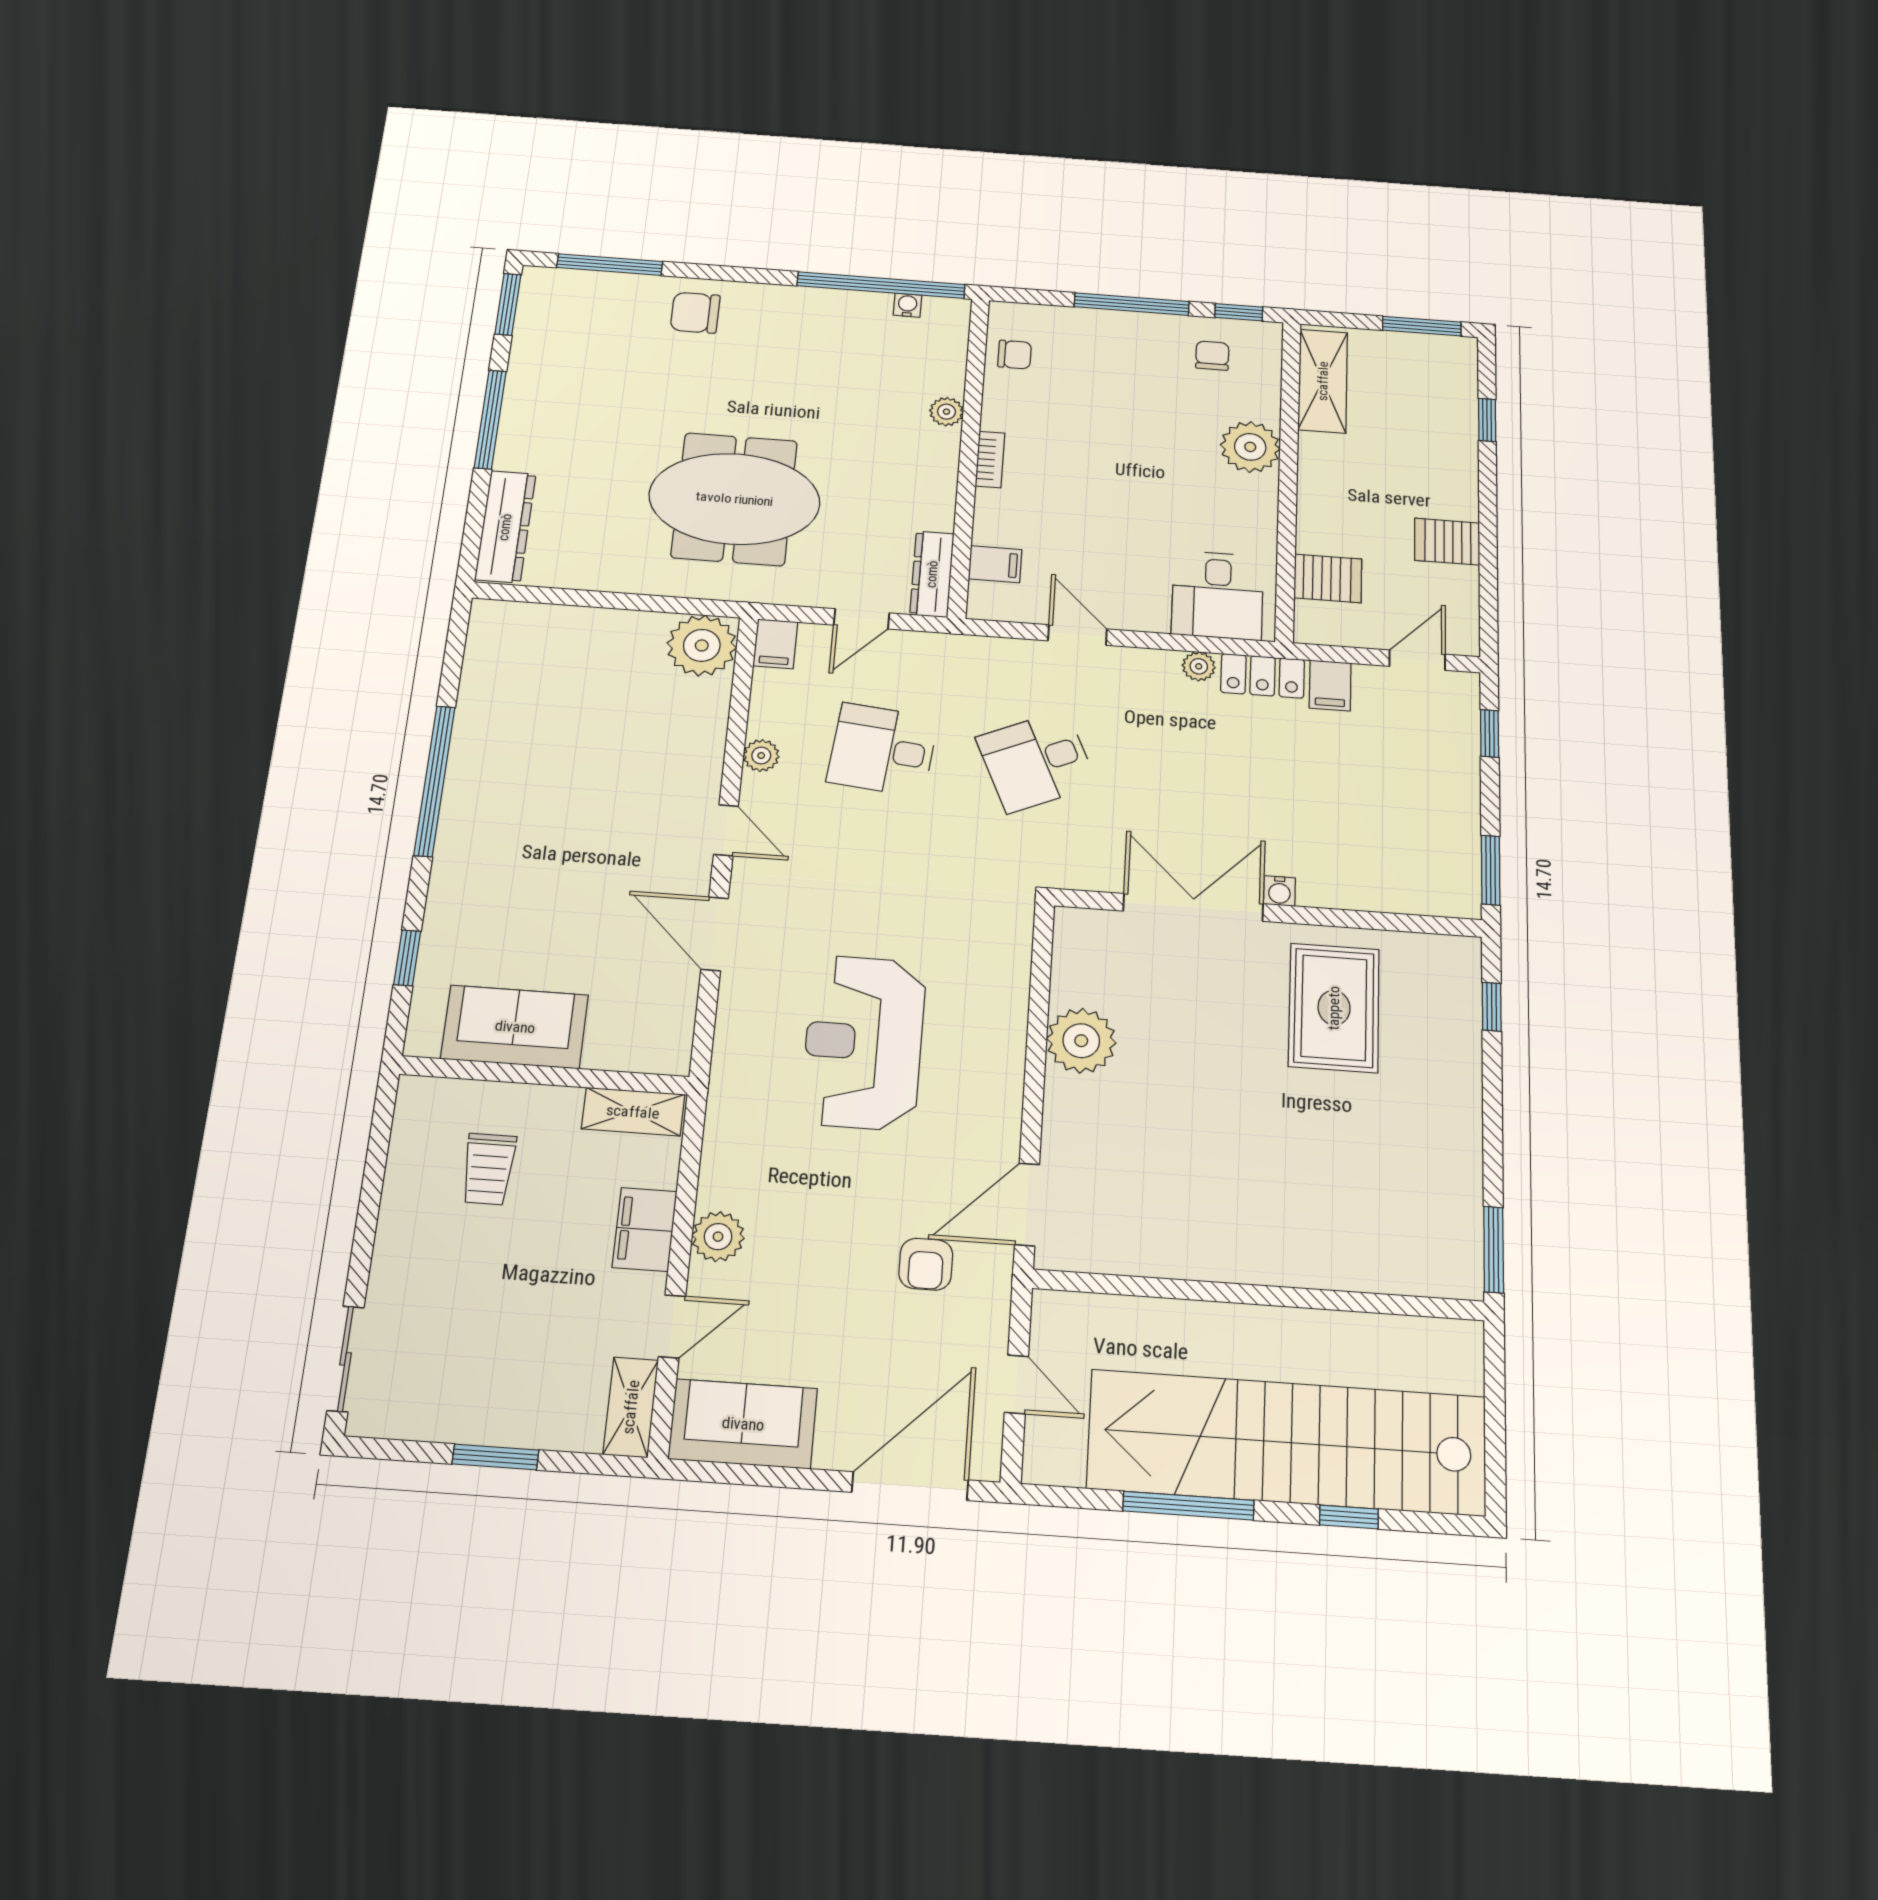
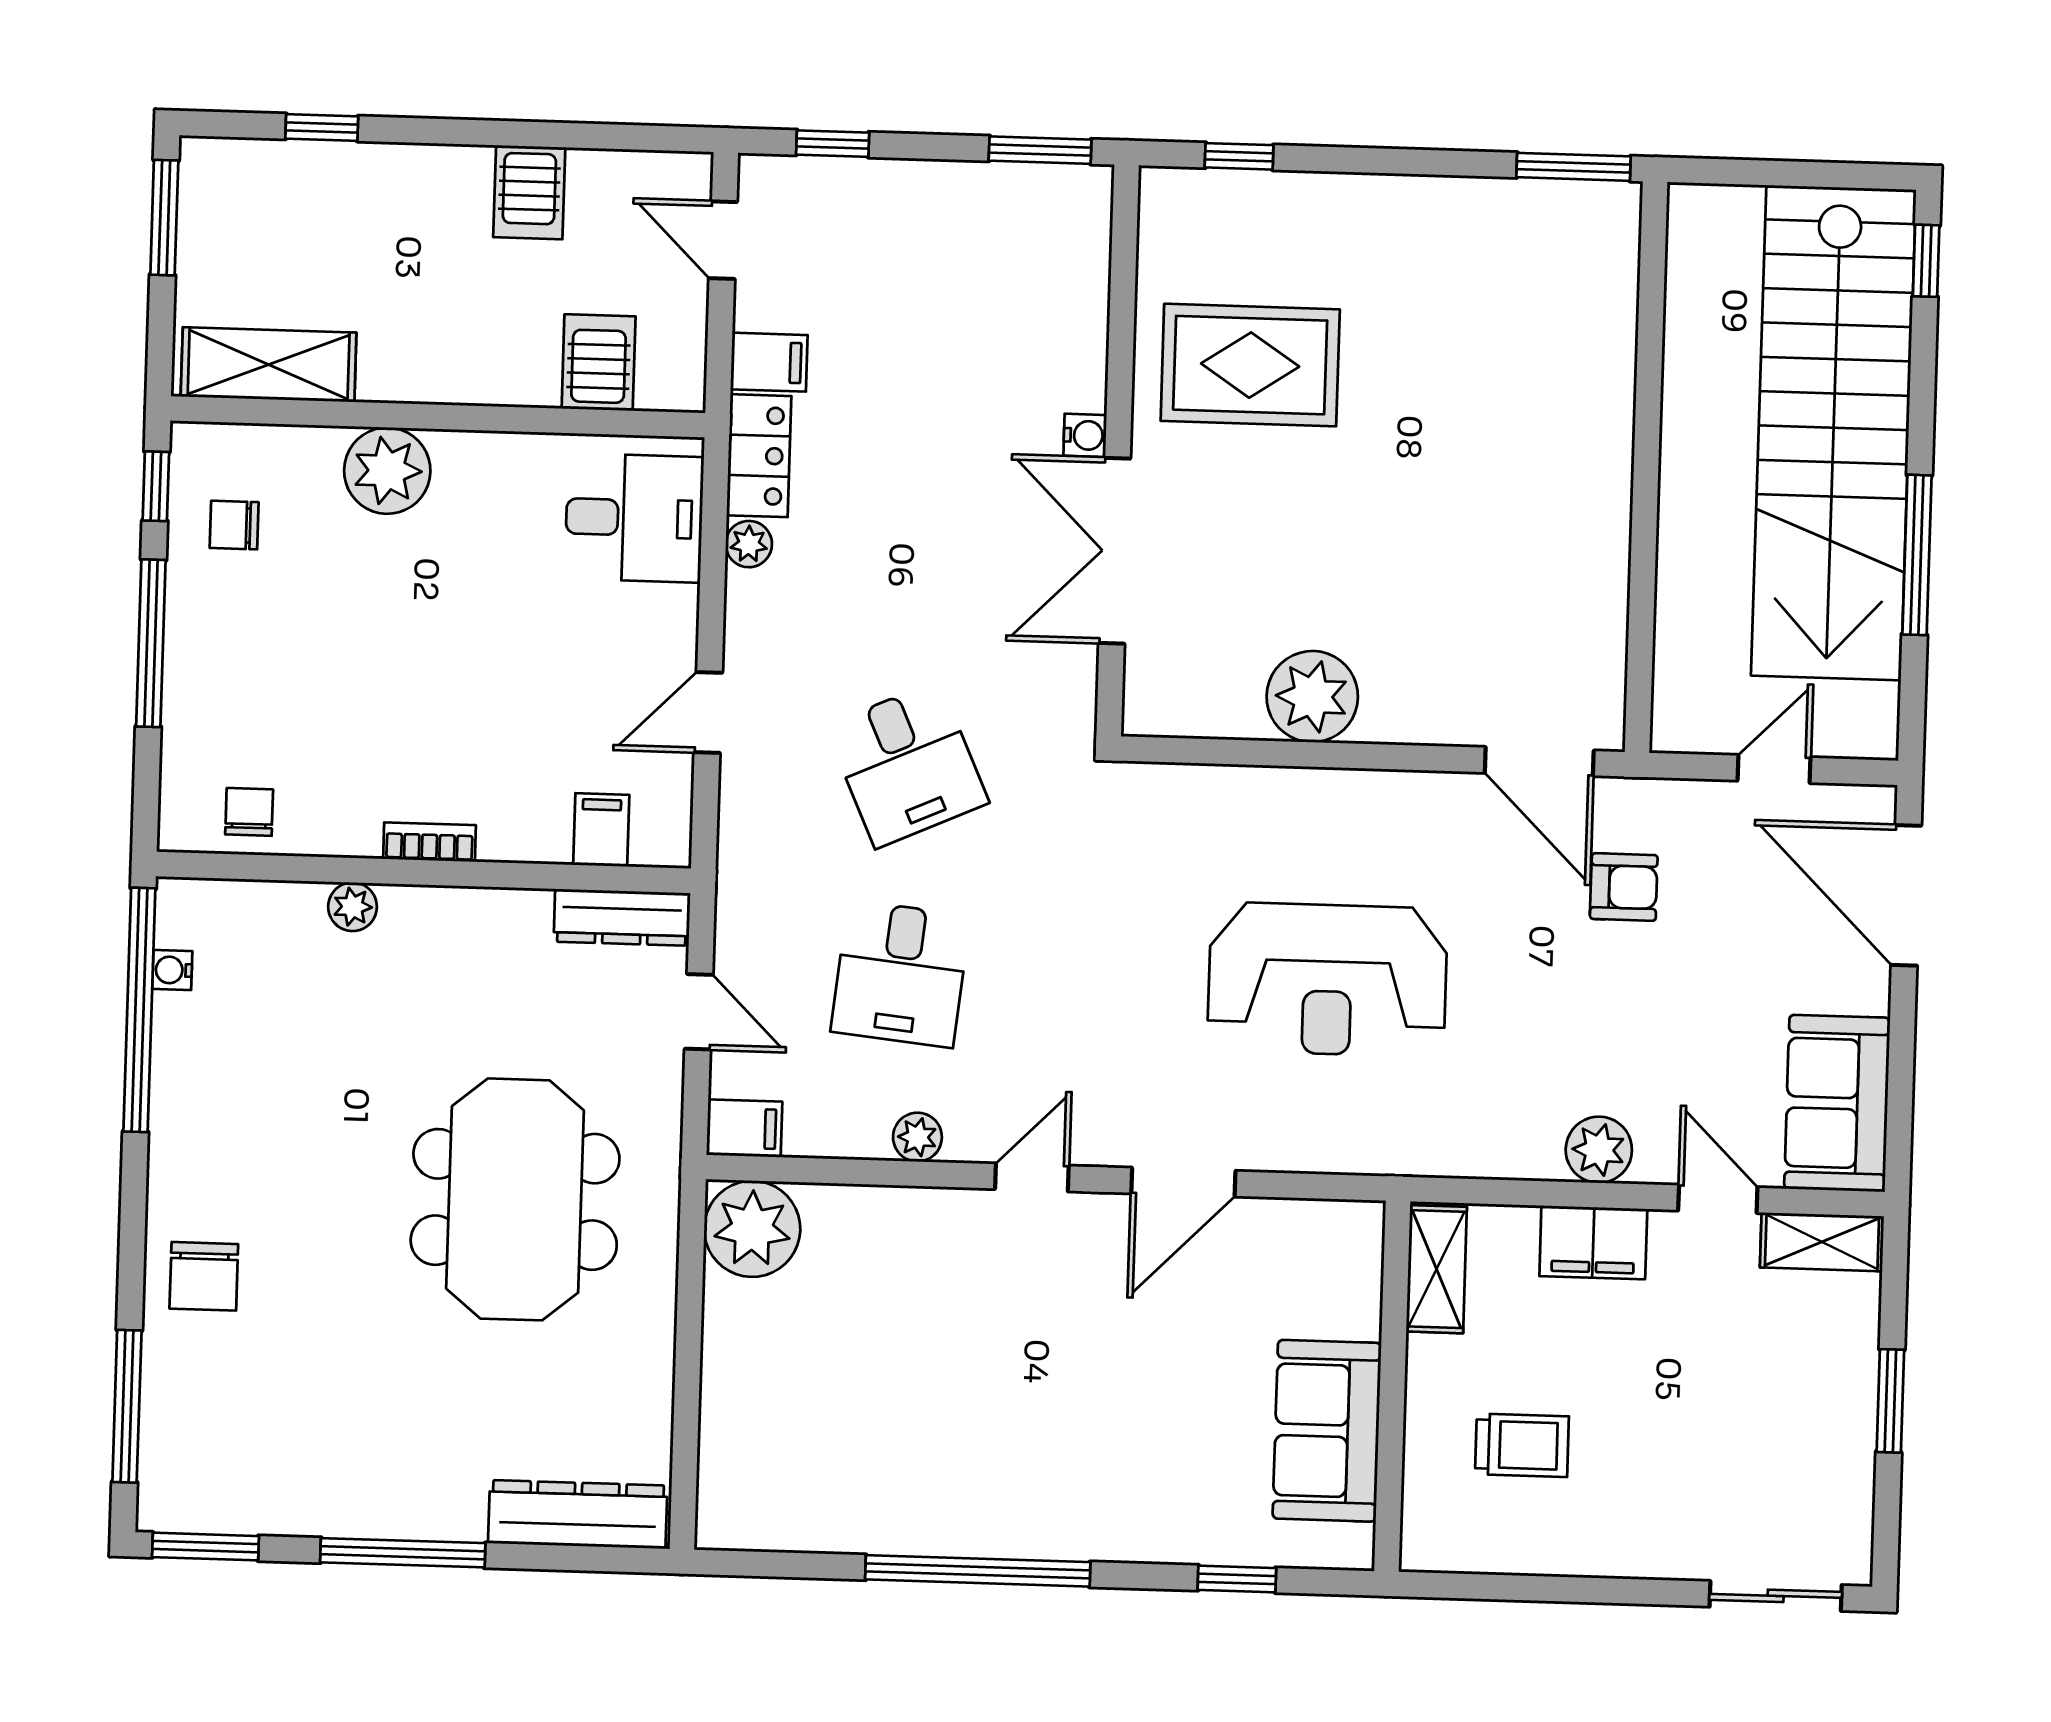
window: (1349, 1517) -> (1926, 261), moved

